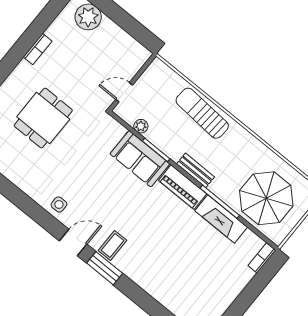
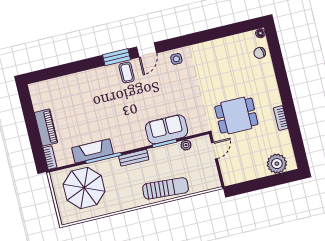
dining table: (43, 118) -> (236, 116), moved, turned 90
piano: (183, 187) -> (46, 128), moved, turned 90

